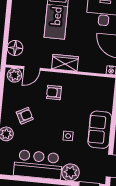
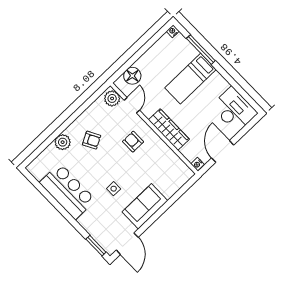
wardrobe: (65, 63) -> (169, 130), width x1.50
door: (32, 68) -> (132, 105), swing flipped
plant: (71, 172) -> (89, 221), removed

